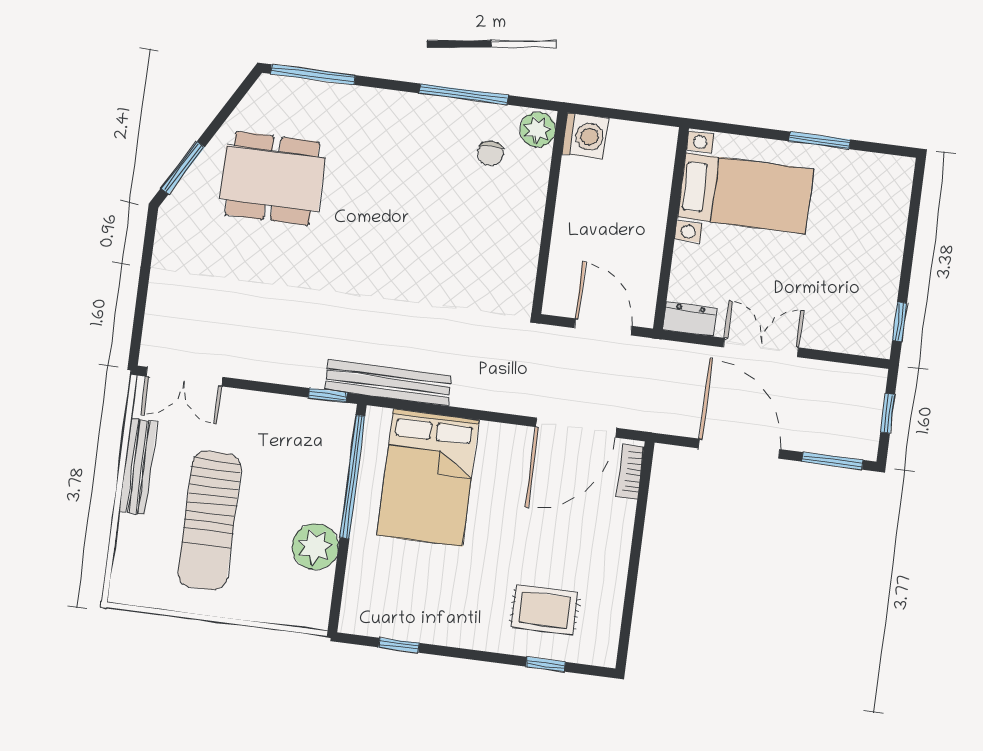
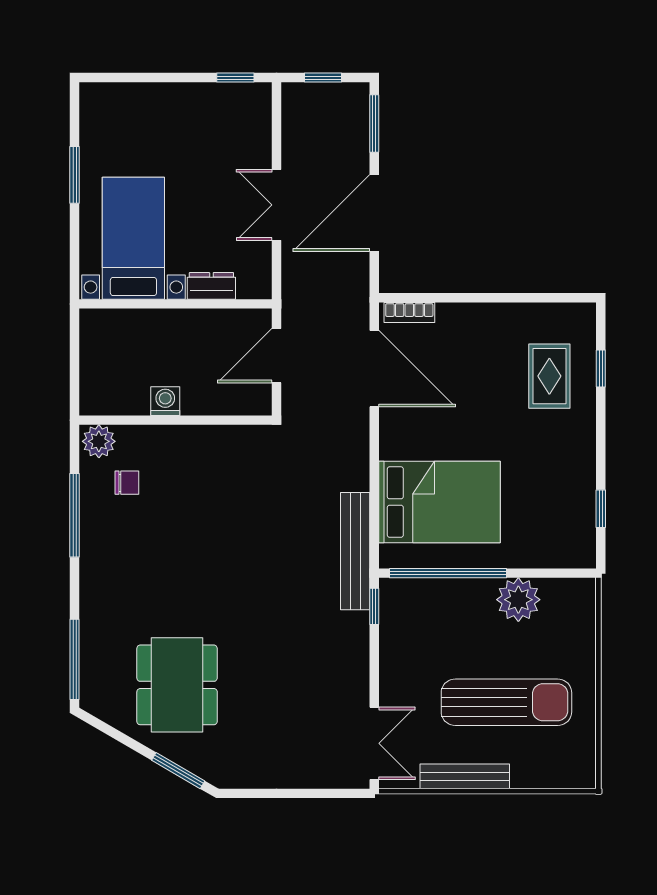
washing machine: (585, 136) -> (165, 401), moved, width x0.73, depth x0.73
dresser: (690, 319) -> (211, 286), moved, turned 90

